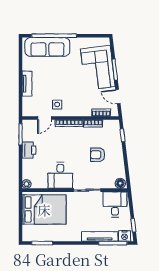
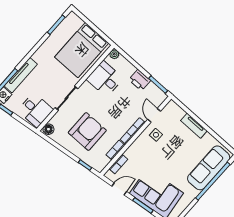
armchair: (98, 155) -> (87, 131), width x1.88, depth x1.88
desk: (60, 175) -> (105, 79), moved

